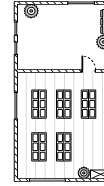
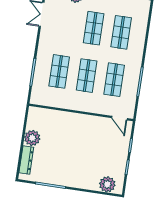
door: (89, 71) -> (119, 118), moved

